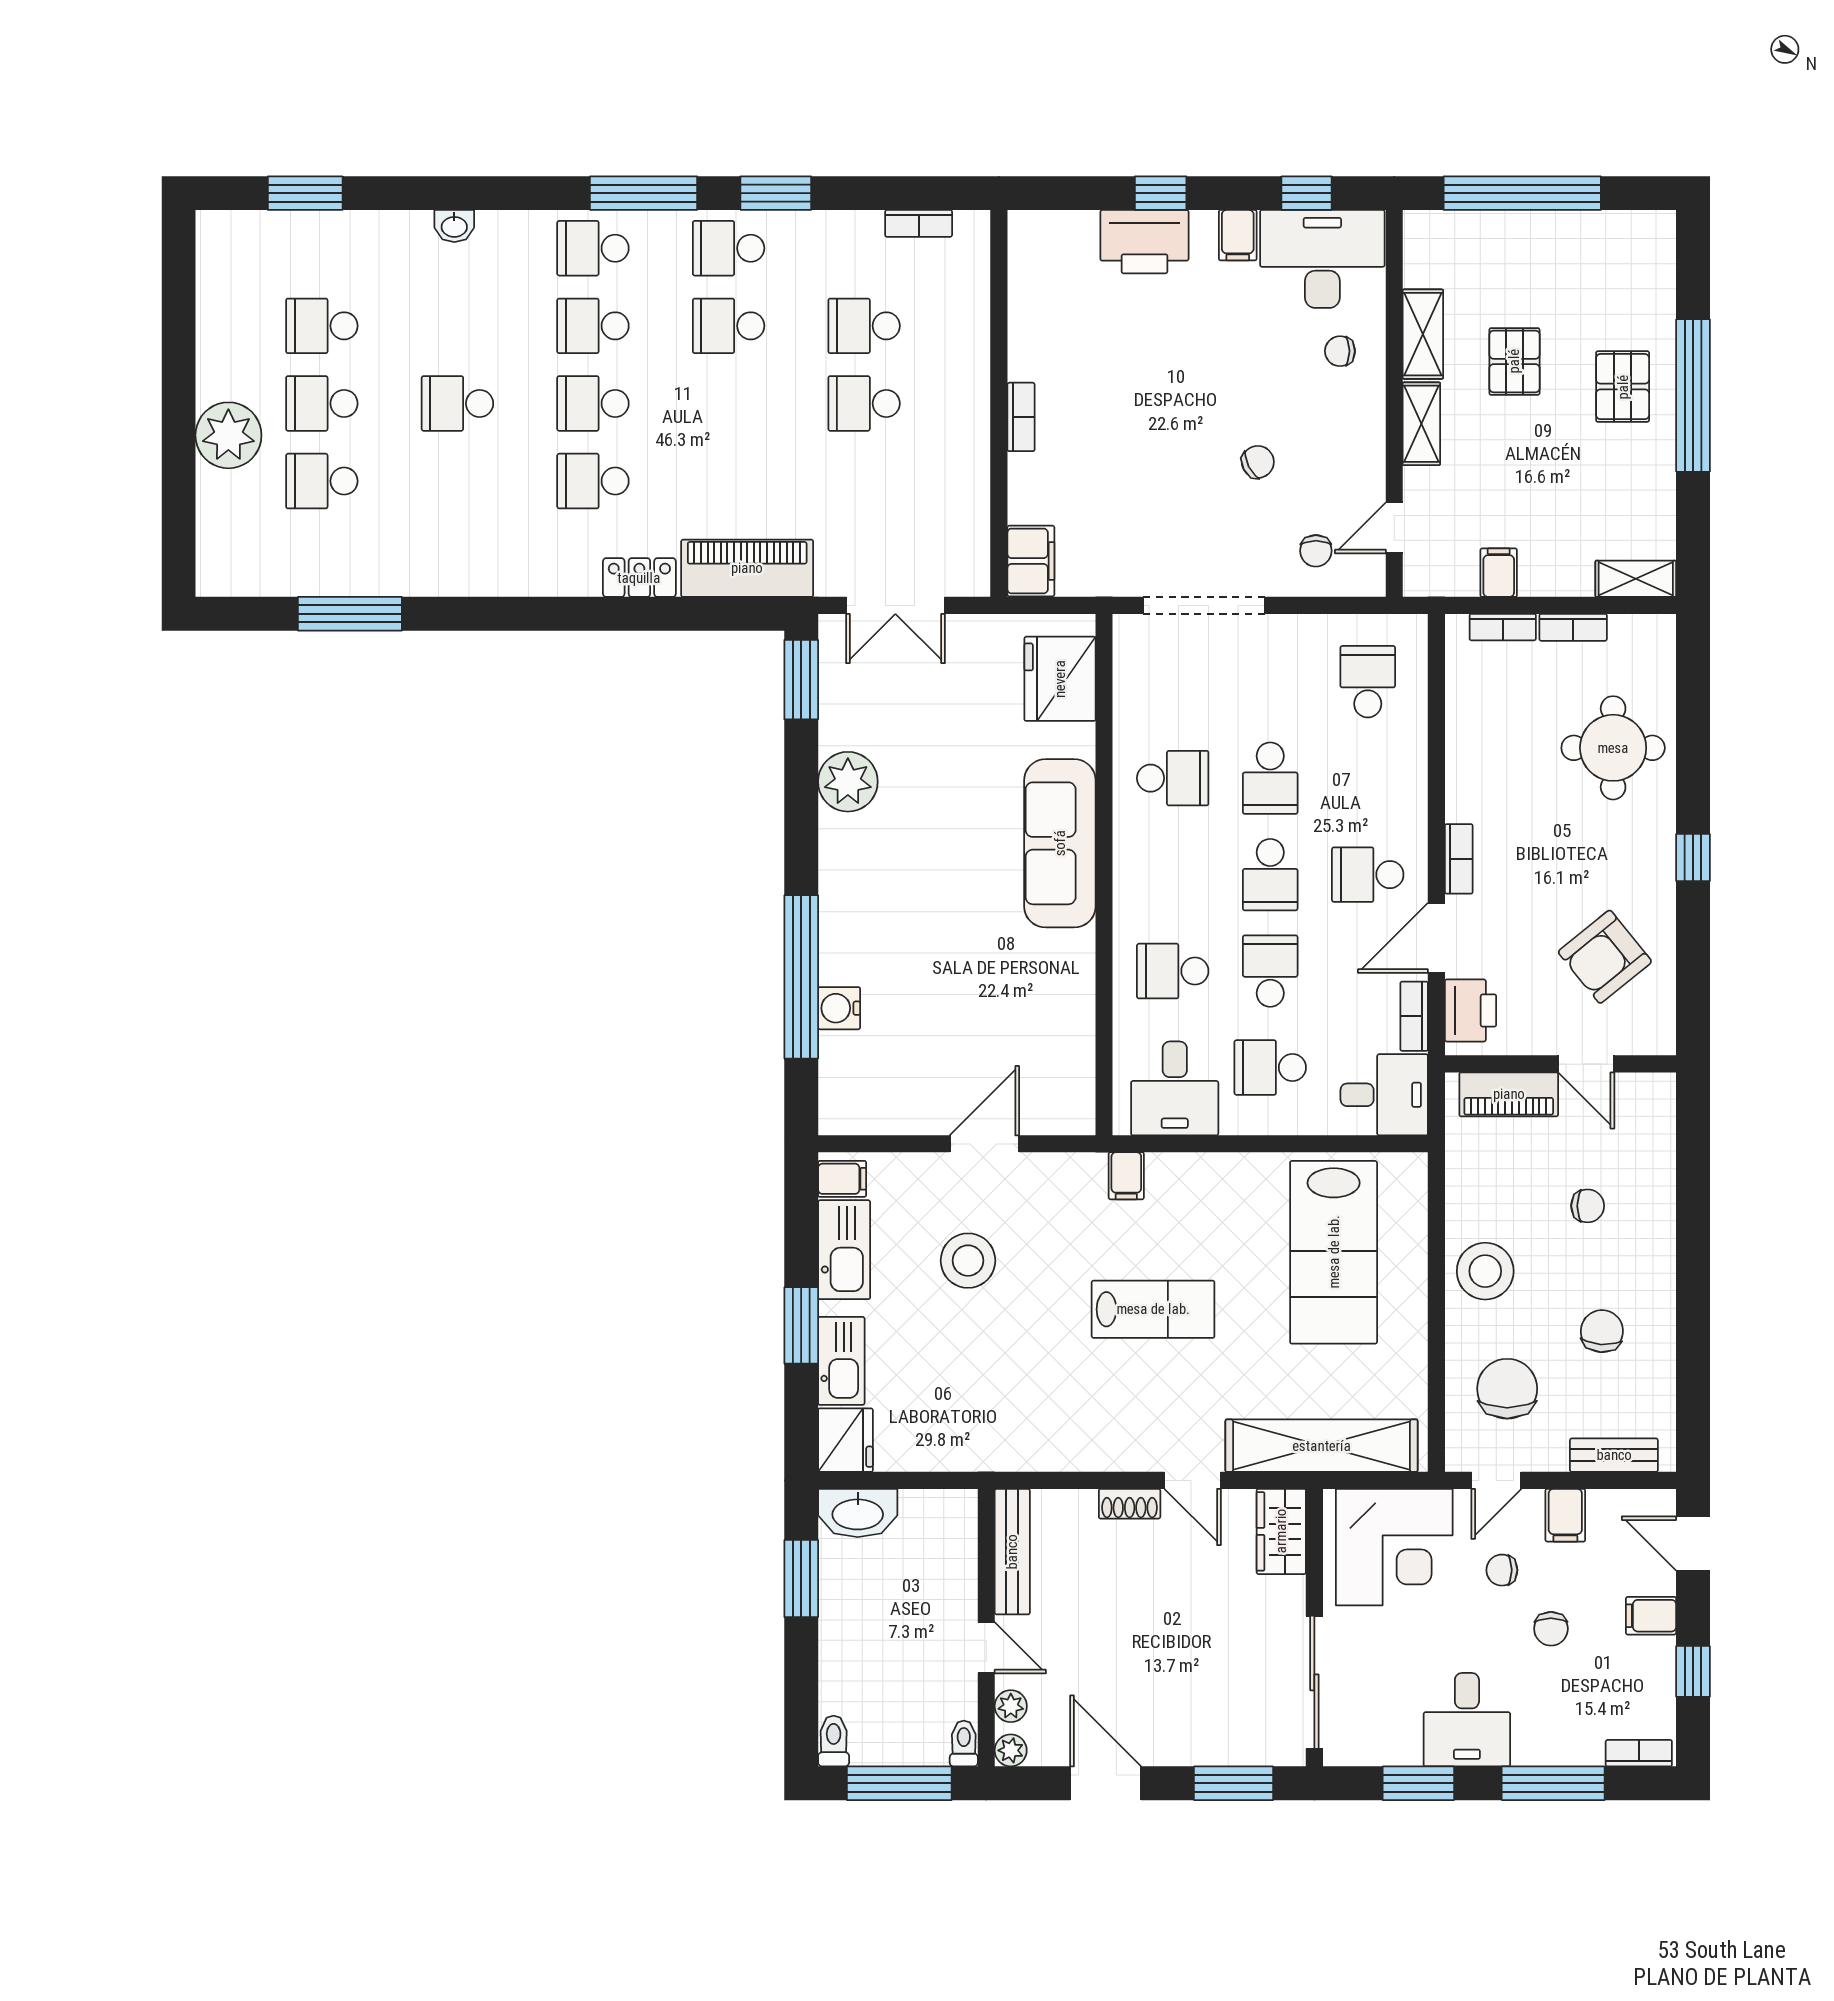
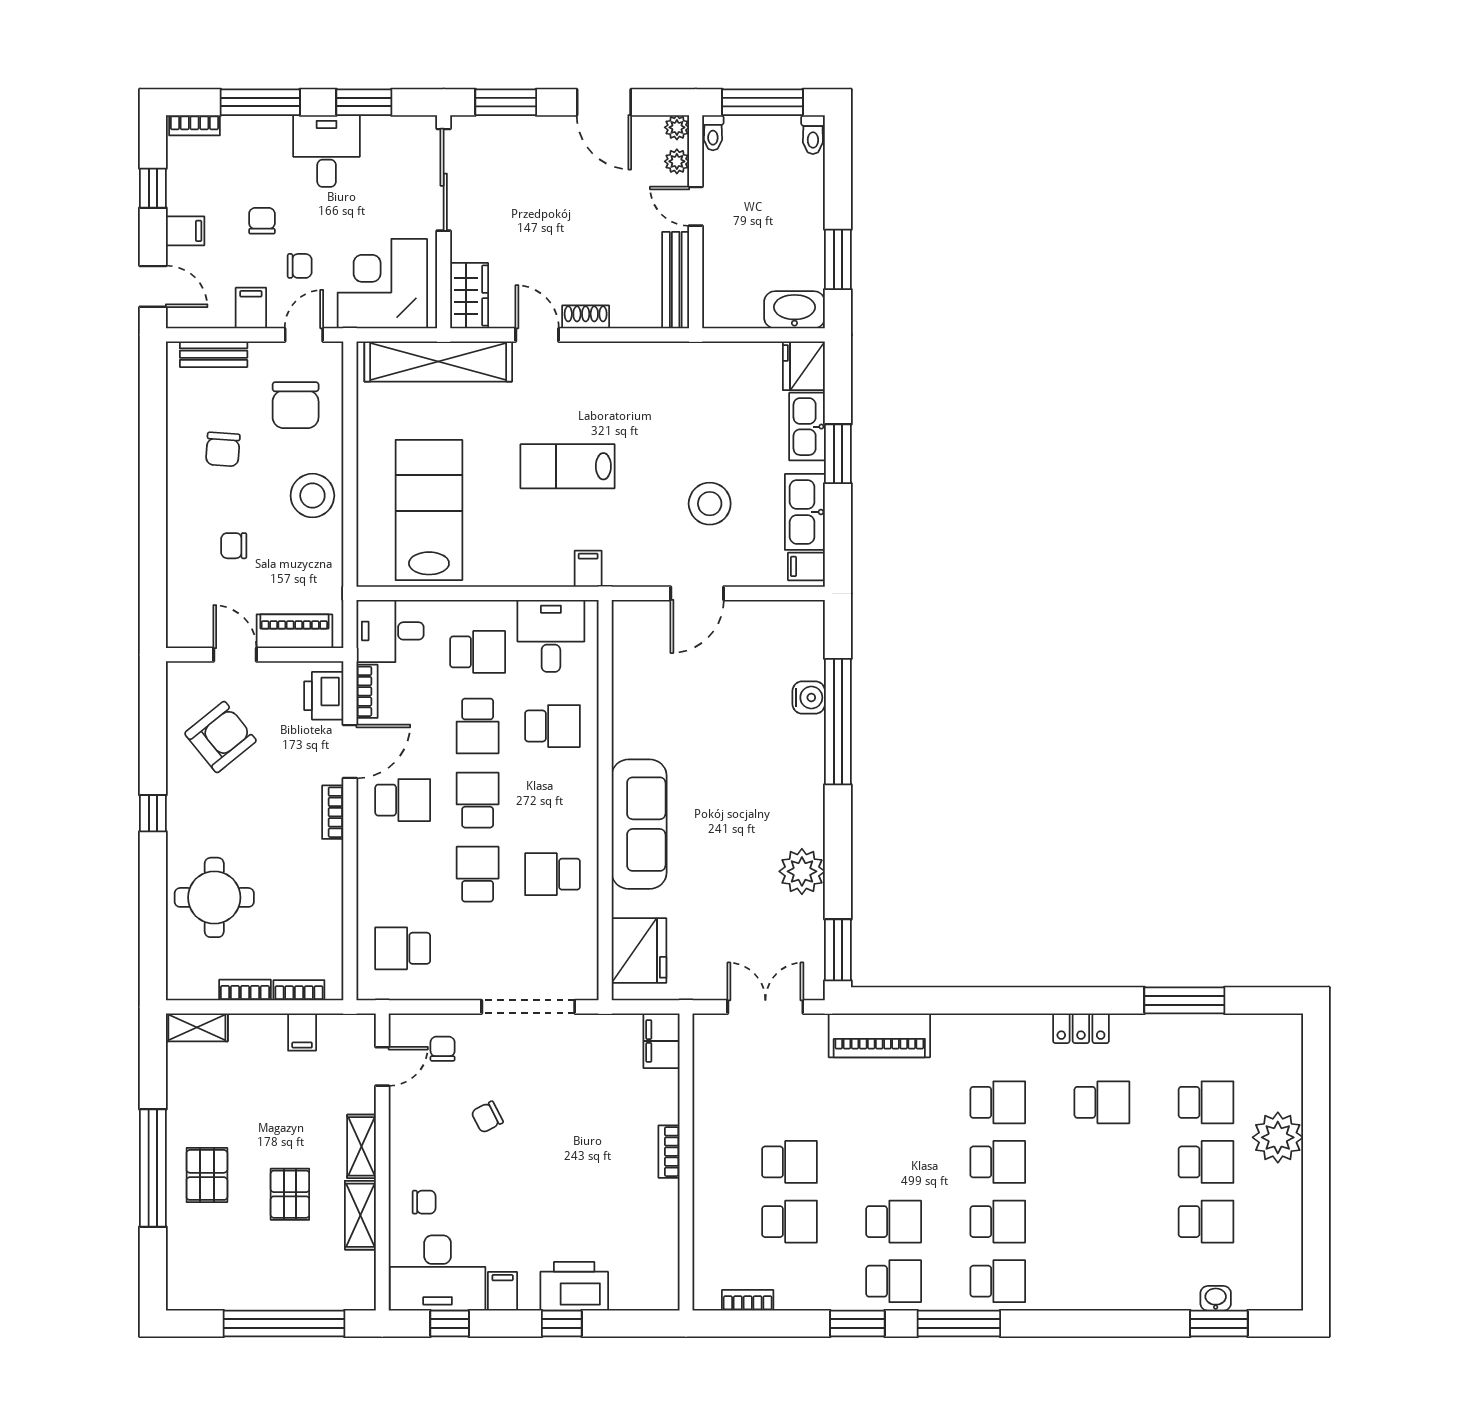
washbasin: (454, 226) -> (1216, 1298), moved
school desk: (457, 403) -> (1102, 1102), moved
locker: (639, 578) -> (1081, 1028), moved
school desk: (1368, 682) -> (403, 948), turned 90

